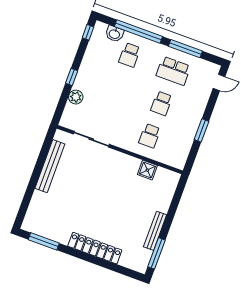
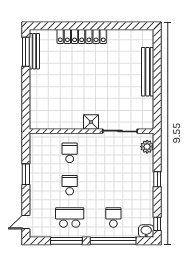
washbasin: (114, 34) -> (146, 231), moved
plant: (76, 97) -> (147, 147), moved
bench: (50, 166) -> (148, 72), moved
shower: (147, 170) -> (91, 122), moved
bench: (155, 231) -> (34, 51), moved
window: (44, 241) -> (129, 26), removed

